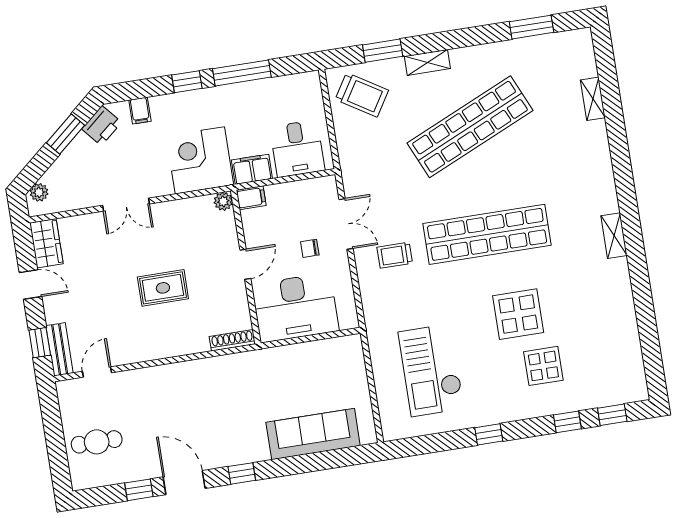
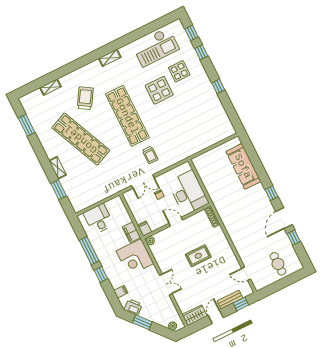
trolley: (362, 95) -> (85, 98), moved
desk: (297, 149) -> (98, 219), moved, turned -90
double door: (346, 224) -> (143, 182), swing flipped
rug: (163, 288) -> (198, 256), turned 90
bench: (60, 349) -> (230, 300), moved
checkout: (431, 370) -> (156, 47), moved

